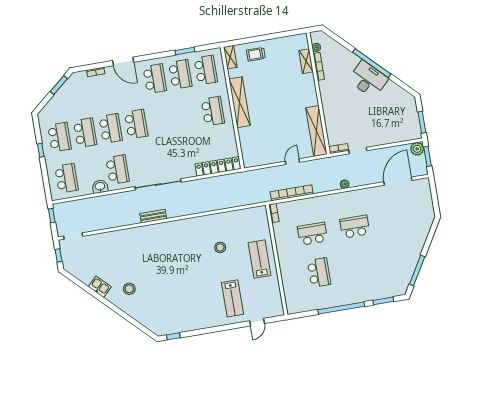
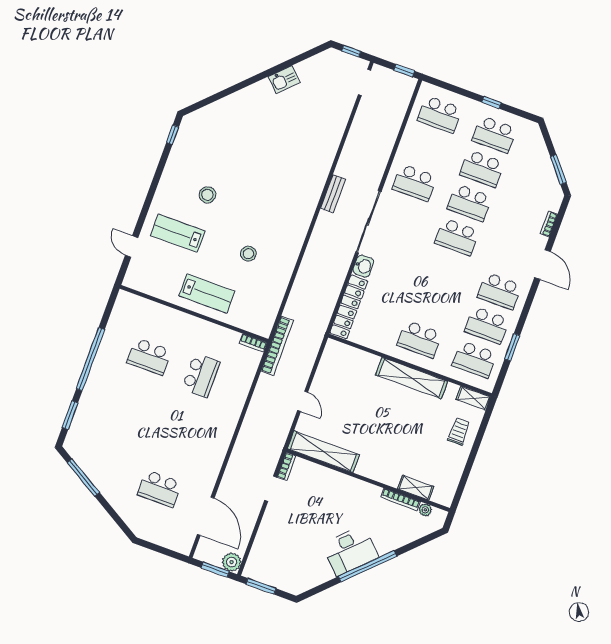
door: (123, 61) -> (543, 265), swing flipped
plant: (345, 184) -> (239, 449), removed
washbasin: (100, 187) -> (363, 266), moved
bookcase: (292, 193) -> (277, 346), moved
school desk: (355, 227) -> (159, 489), moved, turned 90
stool: (129, 289) -> (208, 195), moved

